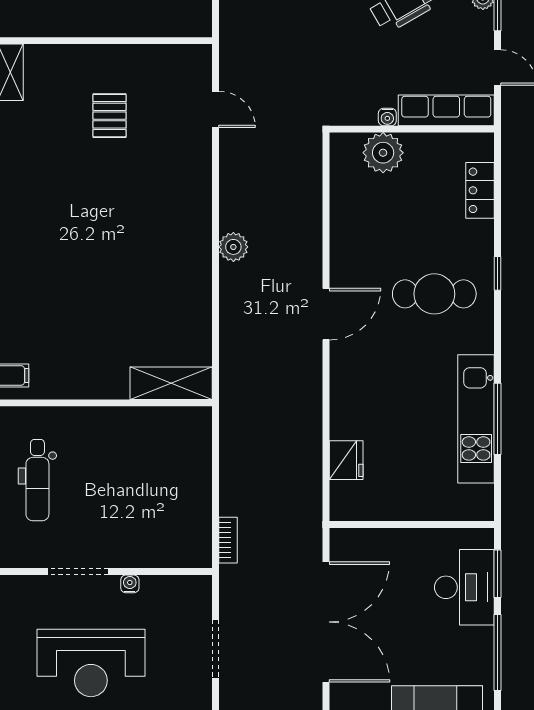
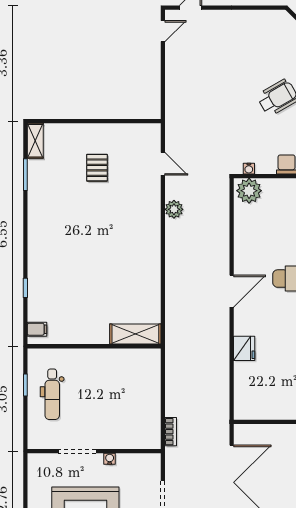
water cooler: (387, 117) -> (249, 169), moved
plant: (383, 153) -> (249, 191), moved
plant: (233, 247) -> (174, 209), moved
fridge: (346, 460) -> (244, 348), moved

